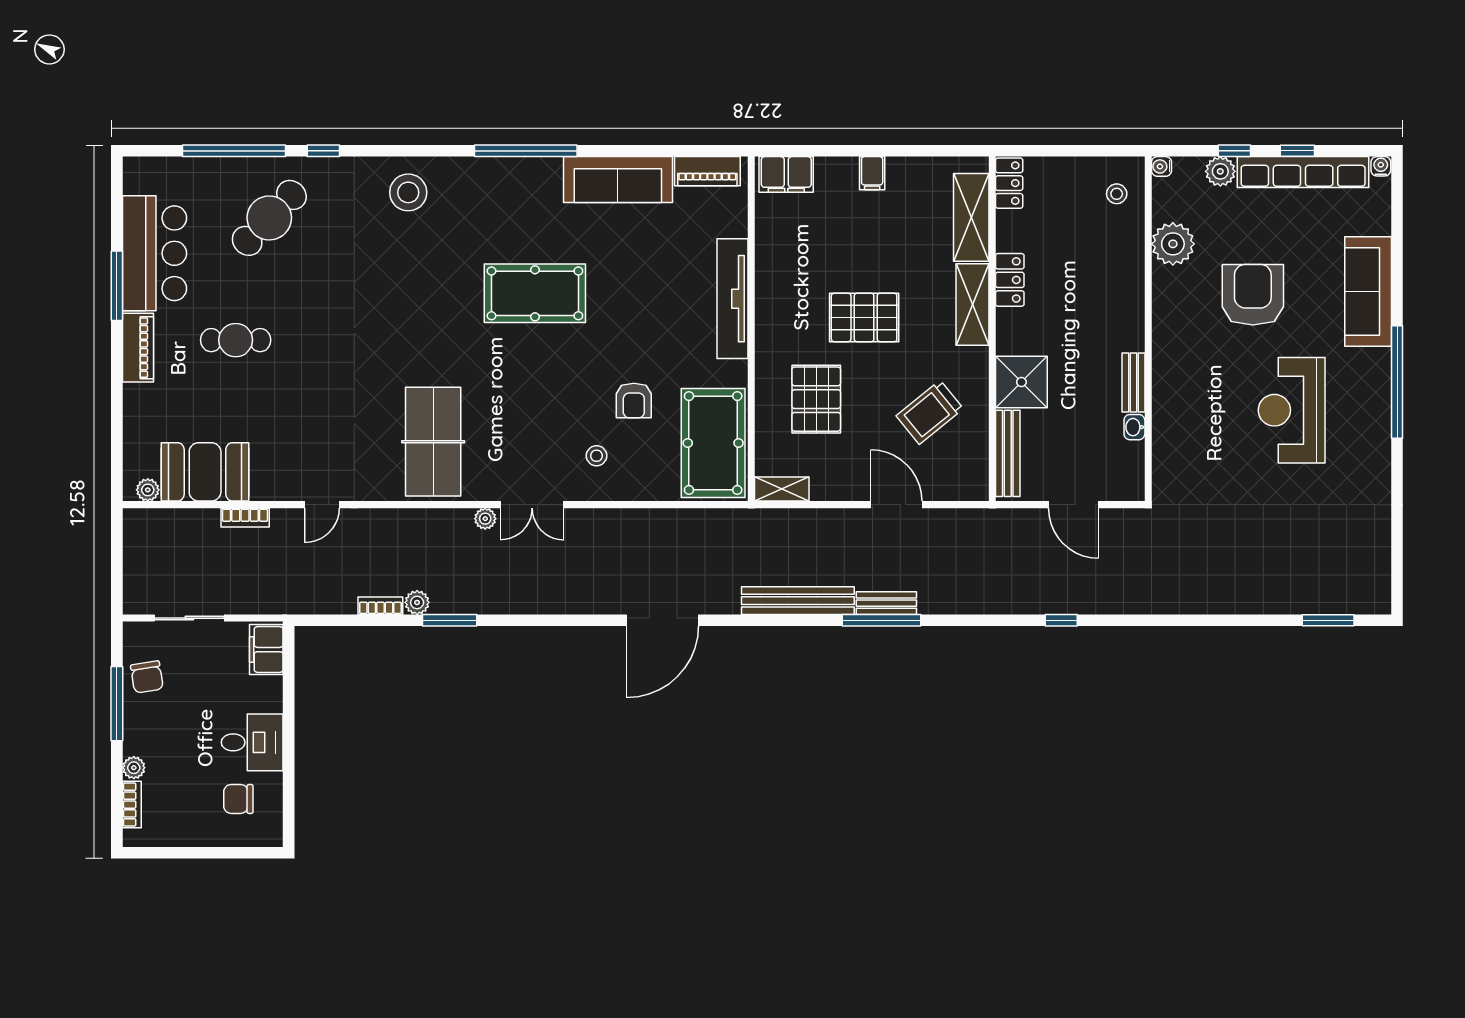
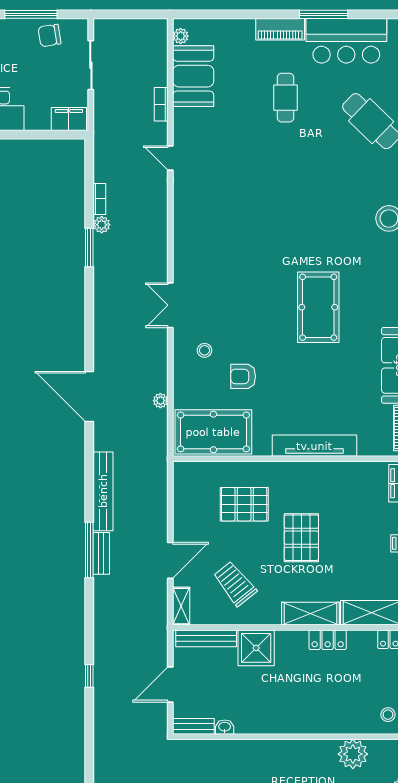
bench: (1133, 382) -> (193, 726), moved
table tennis table: (433, 442) -> (214, 236), removed
shelving: (782, 489) -> (181, 606), moved
plant: (485, 519) -> (160, 401), moved

